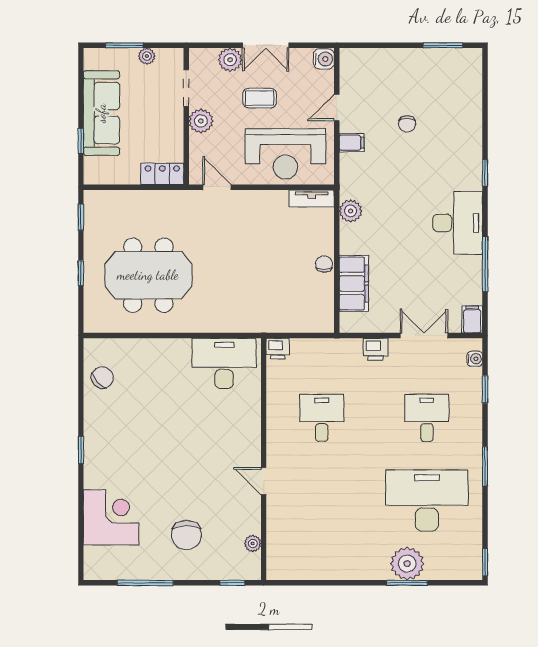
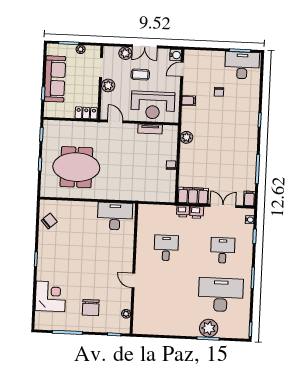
door: (337, 108) -> (182, 69), moved
tv unit: (312, 198) -> (150, 129), moved
desk: (458, 223) -> (242, 65), moved, turned -90
filing cabinet: (354, 283) -> (193, 195), moved, turned -90
printer: (278, 349) -> (183, 211), moved

